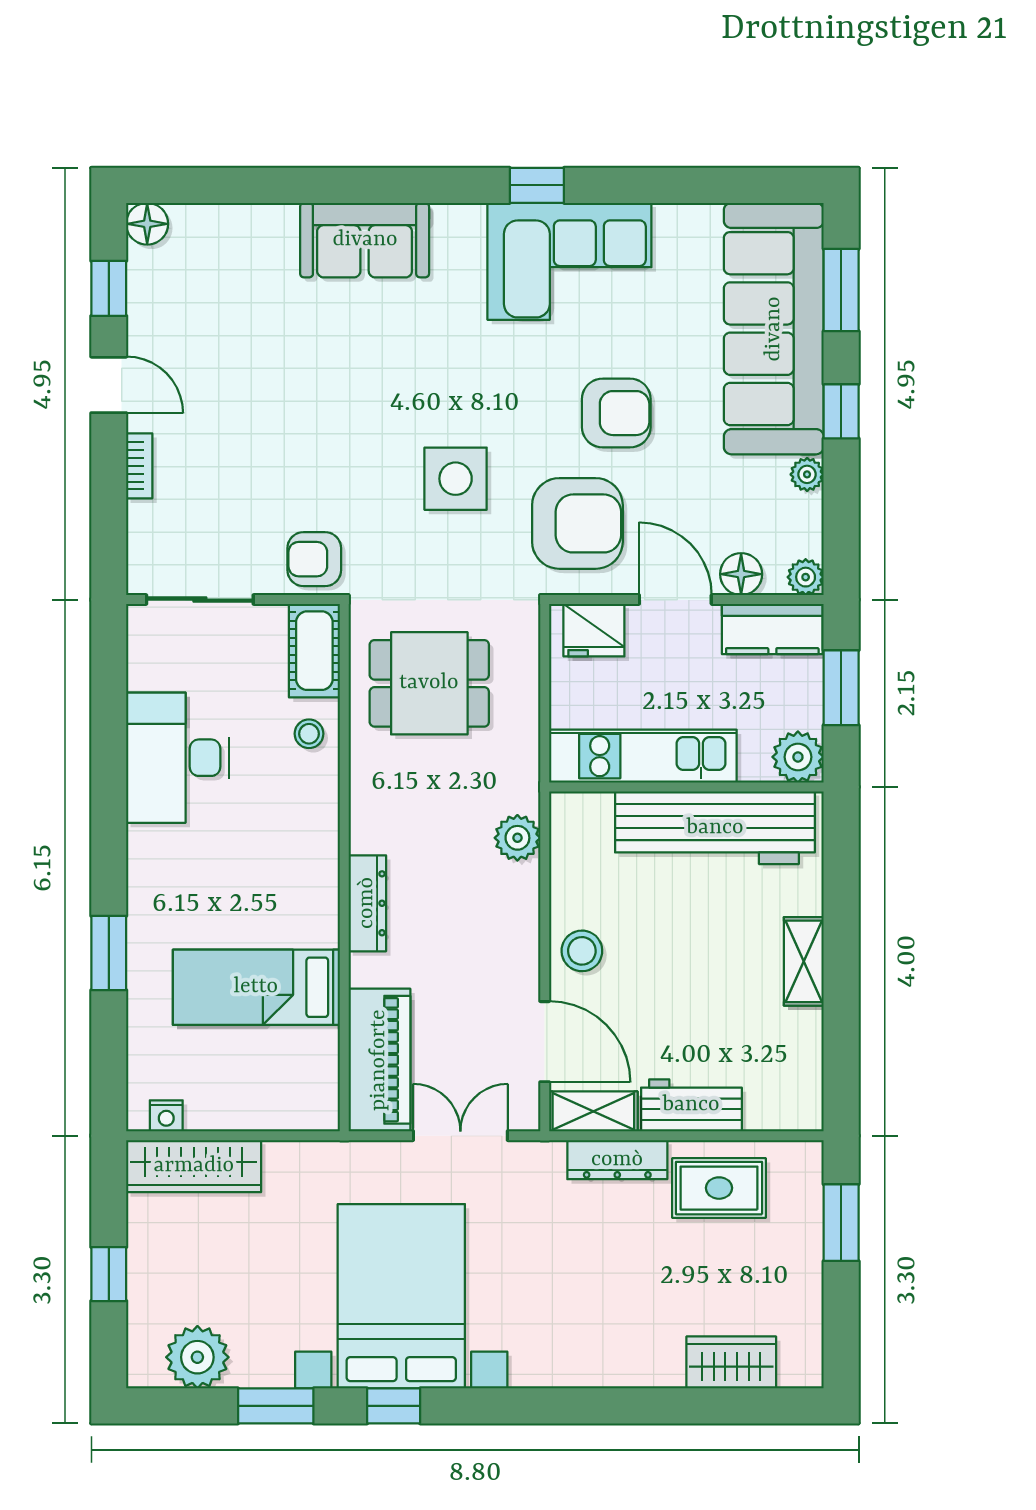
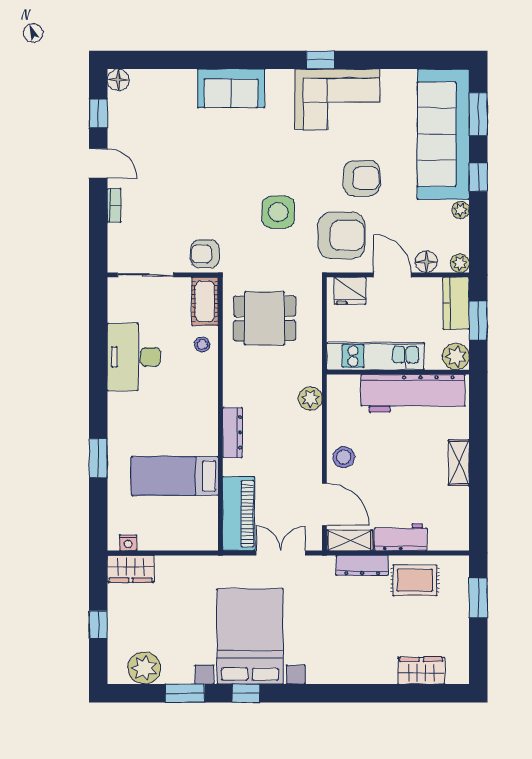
kitchen counter: (772, 629) -> (456, 303), moved, turned 90
wardrobe: (194, 1166) -> (131, 569), width x0.67

